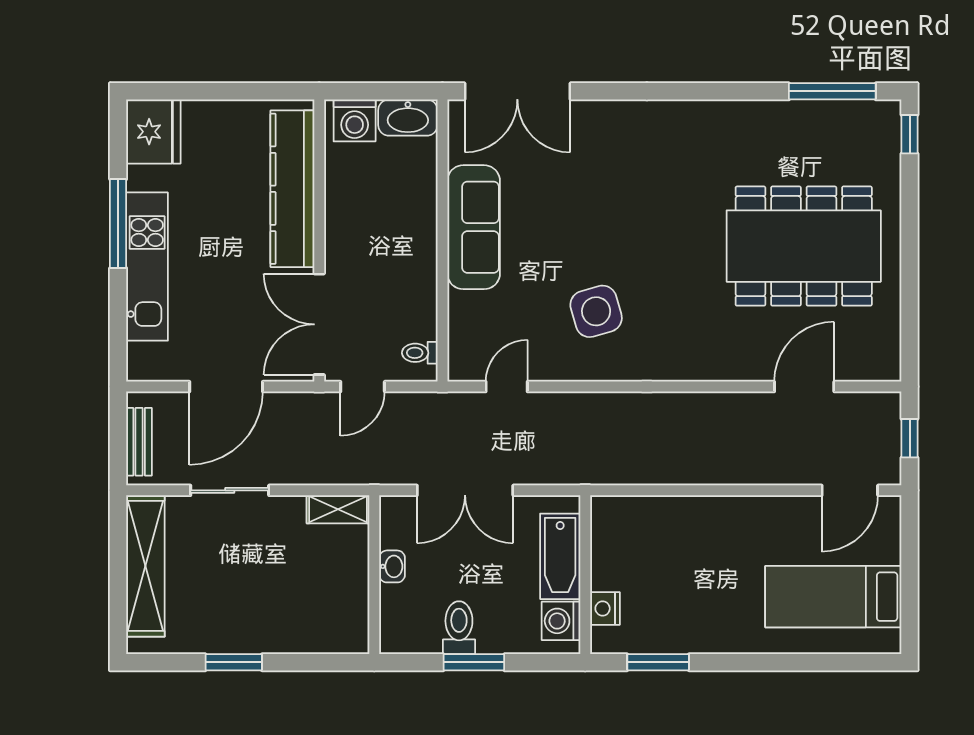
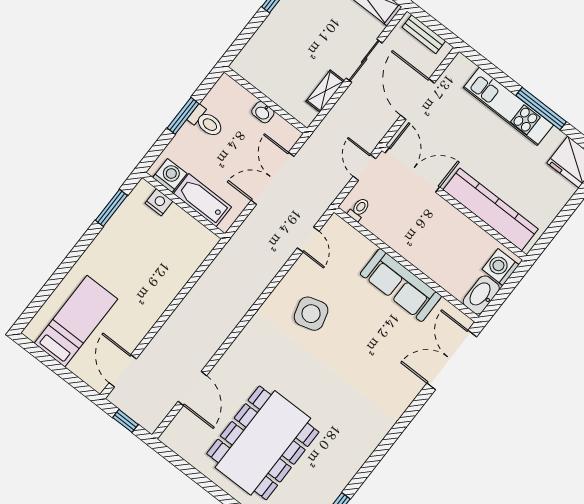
shelving: (338, 509) -> (325, 91), moved

